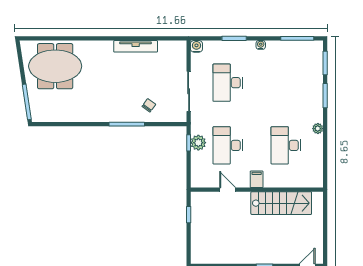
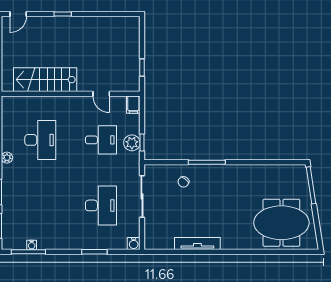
water cooler: (261, 45) -> (32, 245), moved
desk: (228, 145) -> (101, 140), width x0.73
filing cabinet: (257, 179) -> (133, 105), moved

